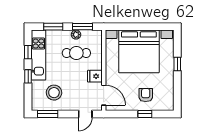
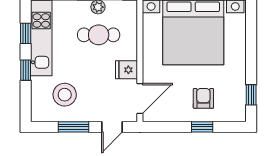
window: (177, 64) -> (251, 95), moved
door: (104, 95) -> (140, 99), hinge flipped
window: (48, 114) -> (73, 127), moved

